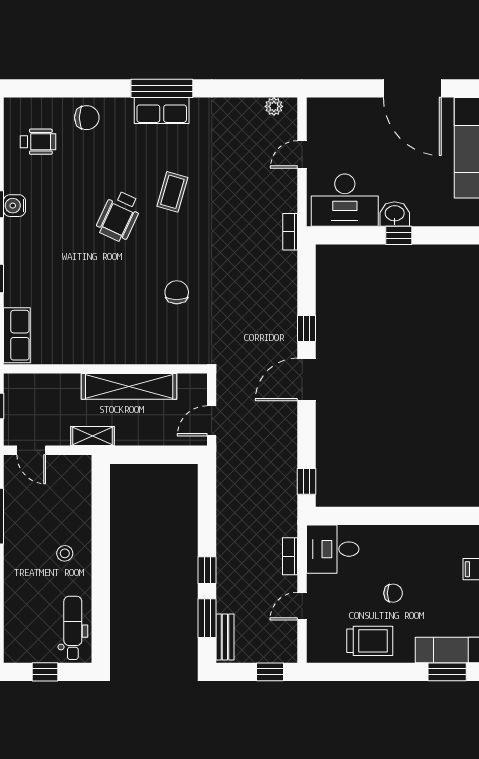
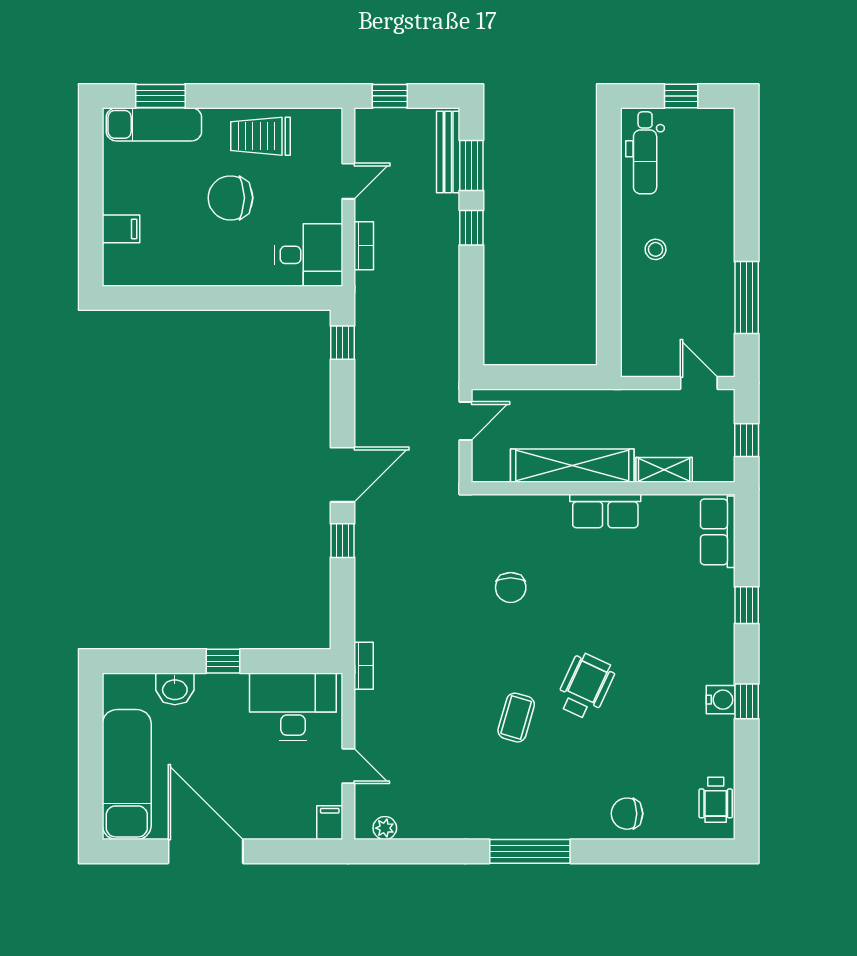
row of seats: (162, 111) -> (605, 511), moved, turned 180
filing cabinet: (316, 111) -> (330, 823), added
wheelchair: (38, 142) -> (716, 800), moved, turned -90
door: (302, 154) -> (348, 766), hinge flipped
washbasin: (395, 214) -> (175, 689), moved
shelving: (93, 436) -> (664, 470), moved
chair: (393, 593) -> (230, 198), width x1.87, depth x1.87
bench: (225, 637) -> (448, 152), width x1.36

